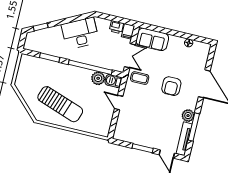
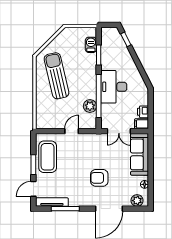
desk: (80, 33) -> (114, 87), moved, turned -153
sofa: (152, 39) -> (140, 154), width x1.36
coffee table: (140, 78) -> (48, 157), moved, width x1.86, depth x1.72
barbecue: (113, 81) -> (91, 45), moved
sun lounger: (60, 104) -> (56, 76), turned 148
plant: (188, 116) -> (137, 201), moved

